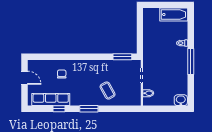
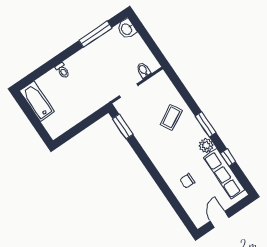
window: (191, 61) -> (95, 34), moved
plant: (76, 100) -> (206, 145), added

